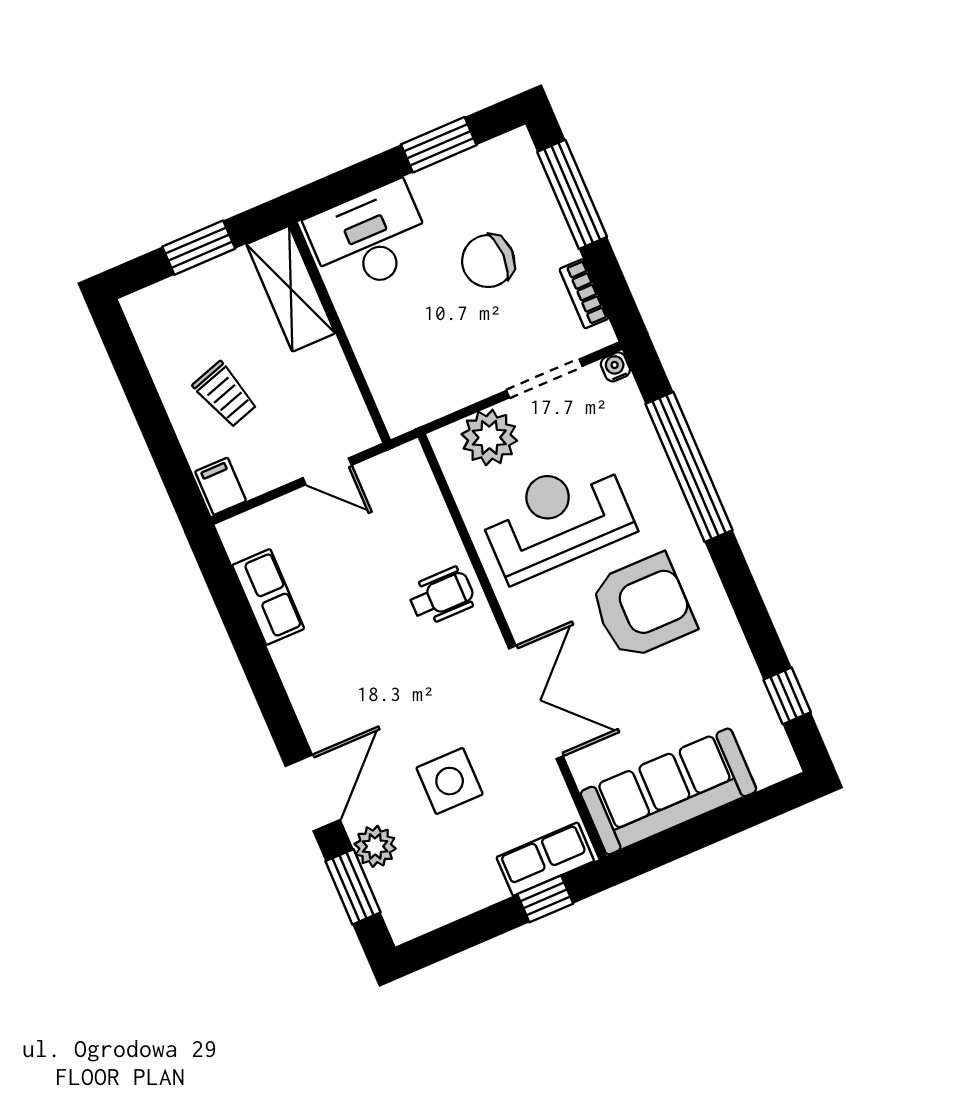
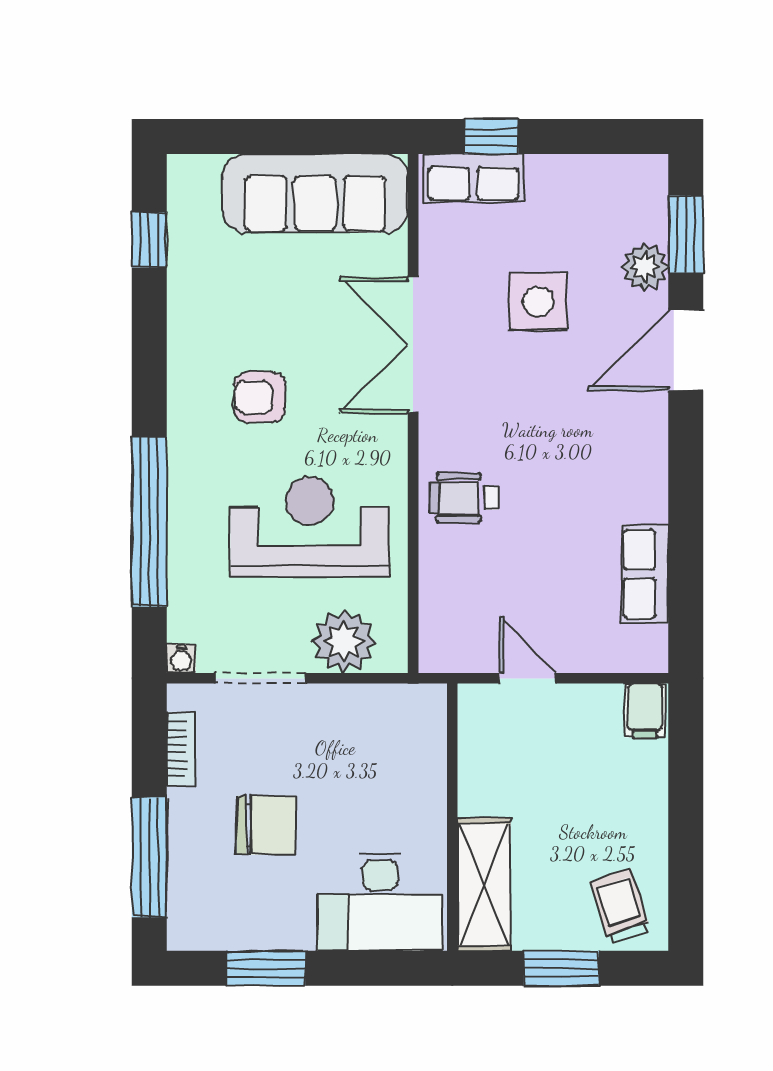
trolley: (225, 395) -> (620, 906), moved
reception desk: (557, 518) -> (310, 527), turned 180
armchair: (642, 607) -> (260, 397), width x0.53, depth x0.53

